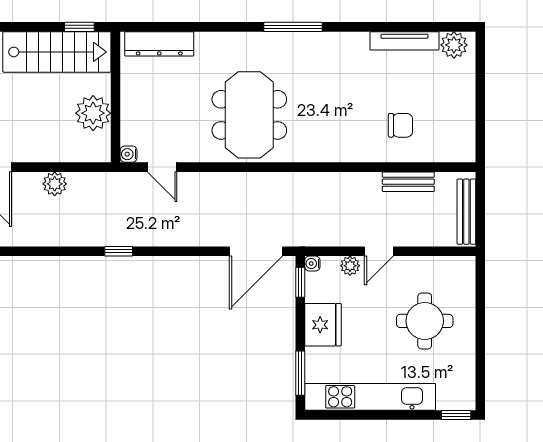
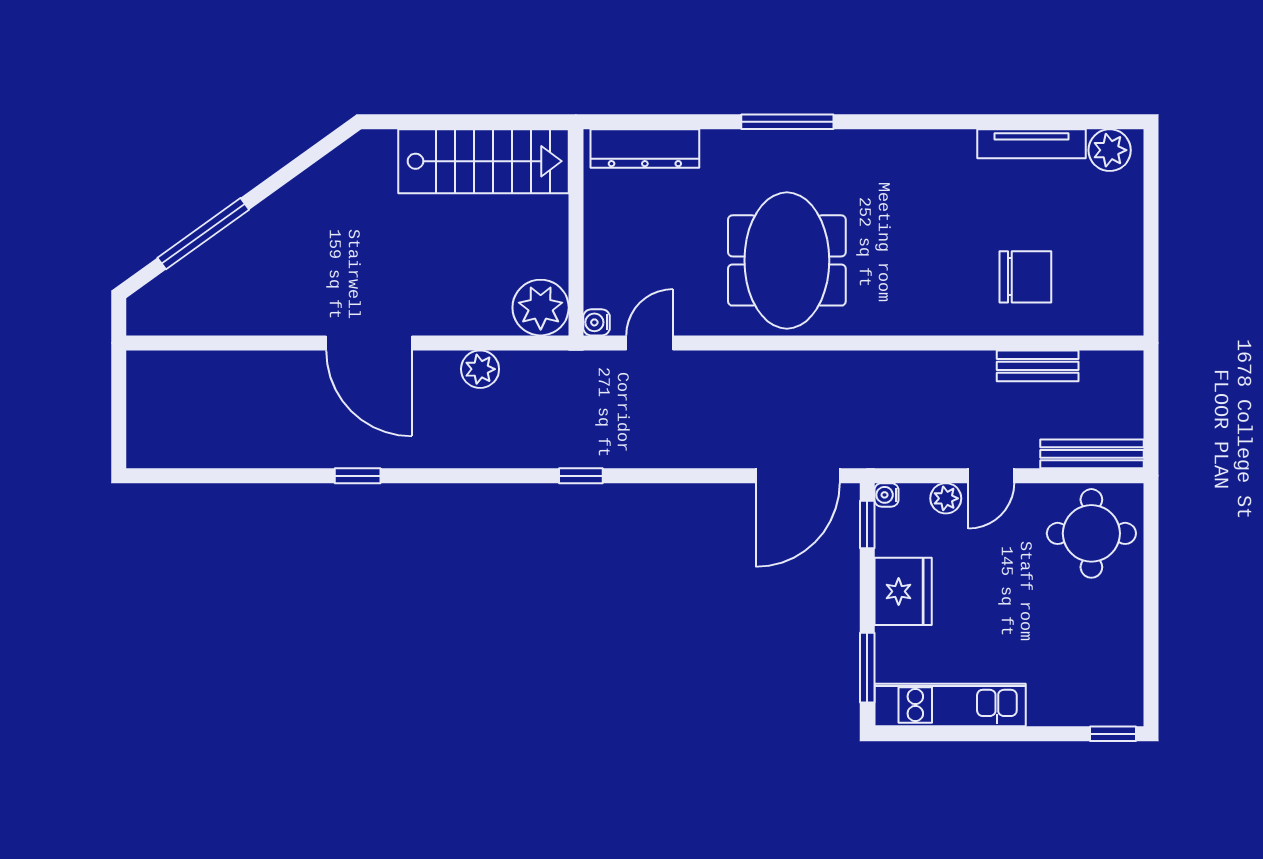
window: (79, 27) -> (519, 122), removed
window: (293, 27) -> (787, 122), moved
plant: (93, 113) -> (541, 308), moved
chair: (400, 125) -> (1025, 277), width x1.37, depth x1.37
door: (162, 167) -> (650, 343), swing flipped
bench: (466, 212) -> (1092, 454), moved, turned 90
round table: (425, 321) -> (1091, 533), moved
kitchen unit: (370, 397) -> (950, 705), width x0.73

